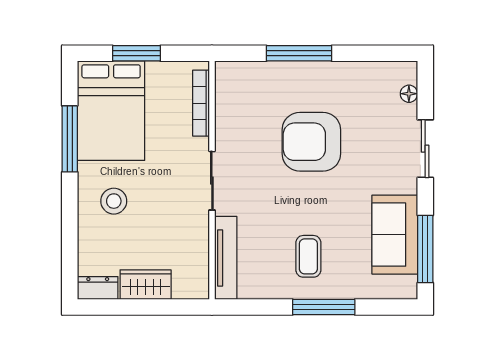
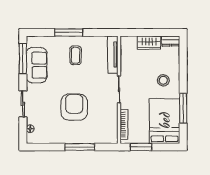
window: (137, 53) -> (141, 147), moved
armchair: (311, 142) -> (74, 107), turned -90

